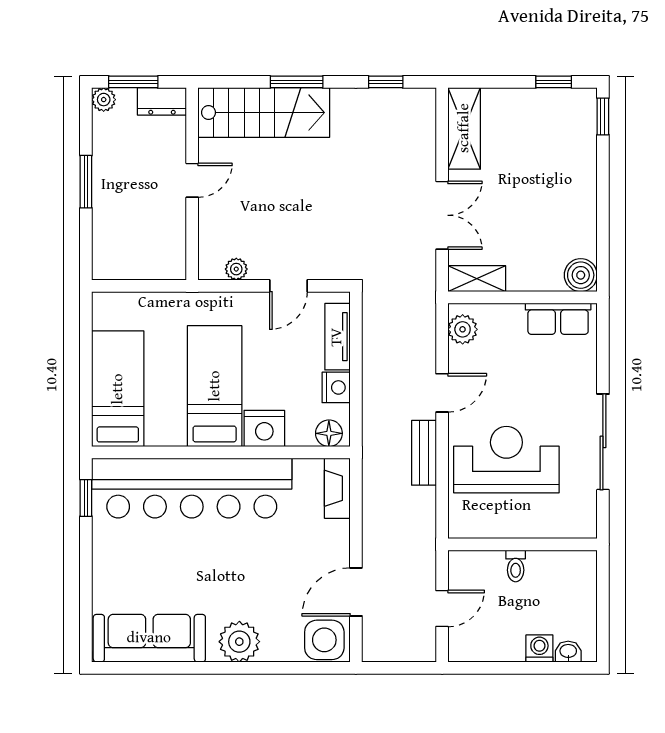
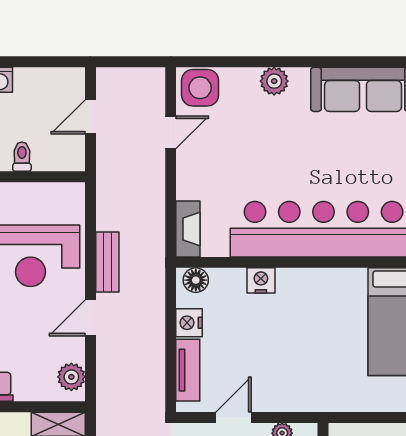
bed: (215, 386) -> (302, 324), removed
nightstand: (264, 428) -> (261, 280), width x0.74, depth x0.75
door: (356, 592) -> (171, 132), width x0.73
plant: (239, 642) -> (274, 81), width x0.73, depth x0.73

